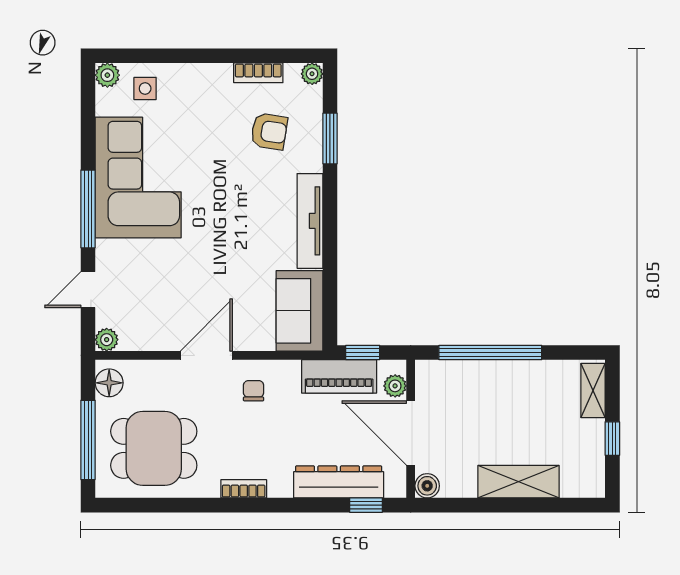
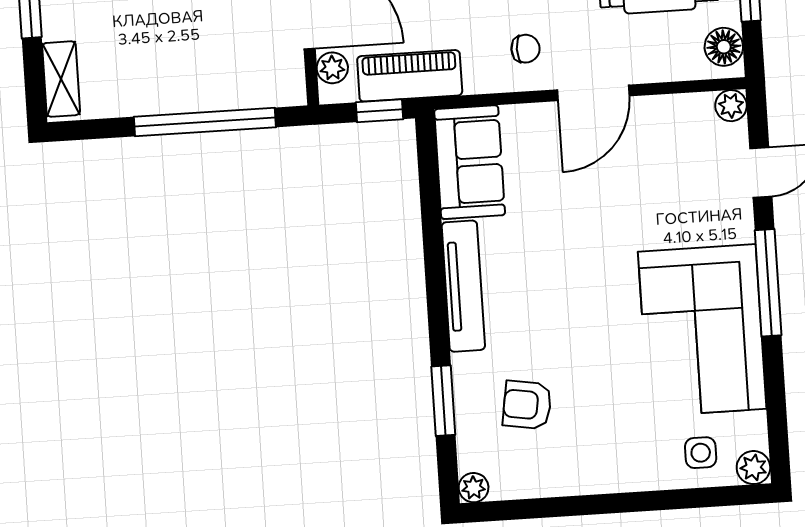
bookcase: (258, 73) -> (547, 484), removed
chair: (254, 391) -> (525, 49), turned -90

